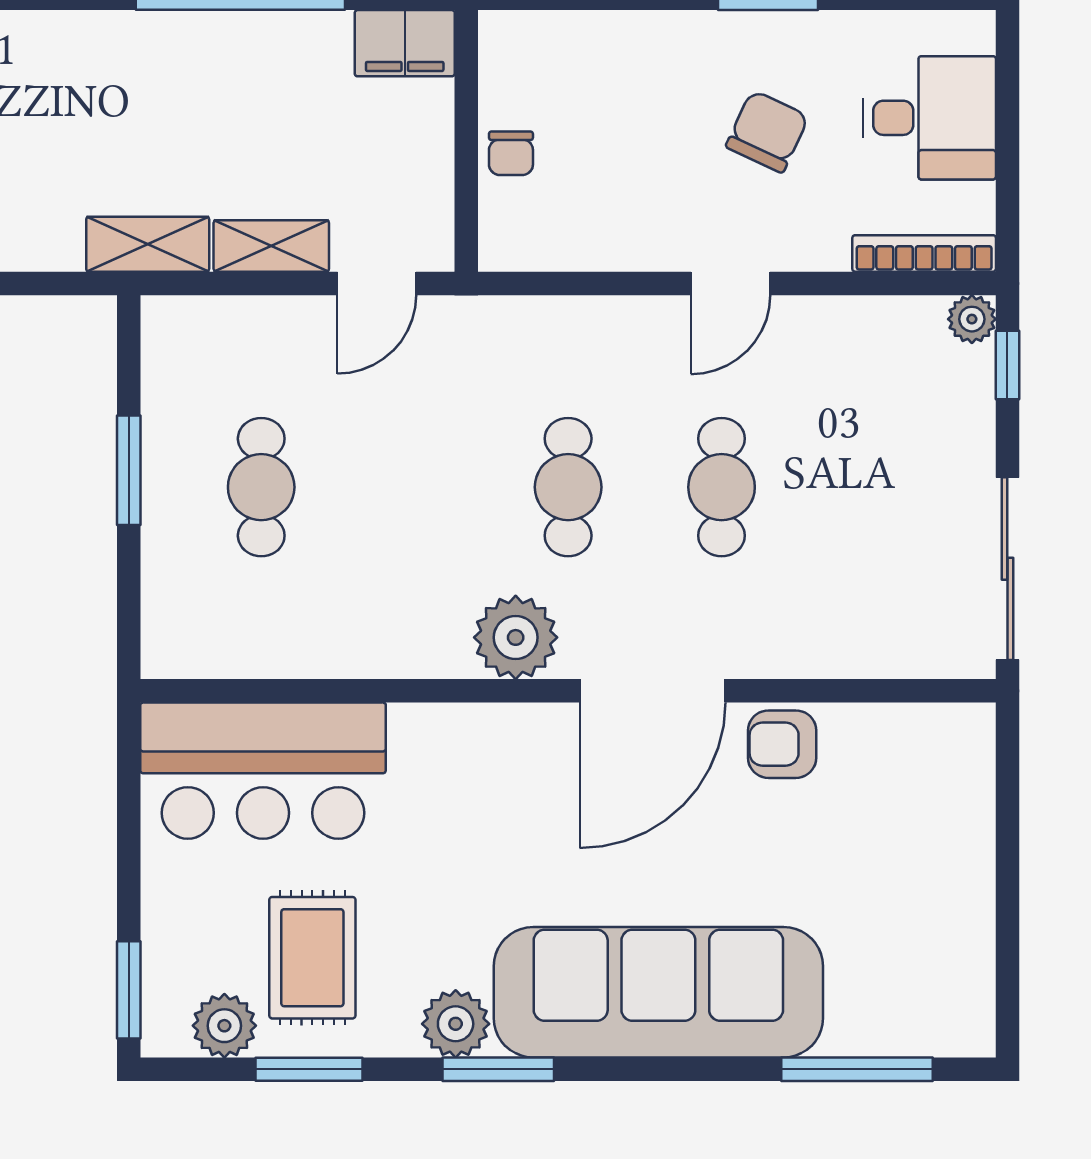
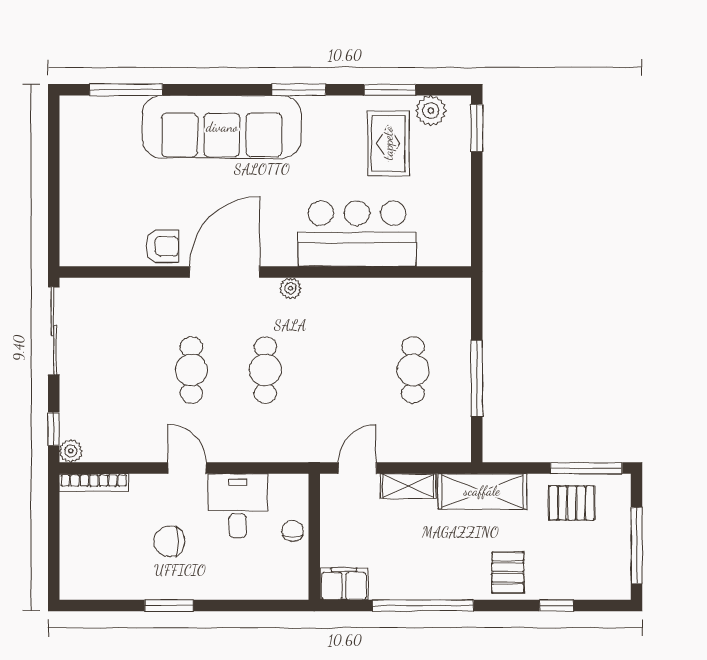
pallet: (64, 67) -> (508, 572), added
desk: (929, 118) -> (238, 506), moved, turned 90
chair: (767, 131) -> (169, 541), turned 65
shelving: (148, 244) -> (482, 491), width x1.50, depth x1.33
door: (730, 283) -> (187, 468), hinge flipped
window: (129, 470) -> (477, 378), width x1.44
plant: (516, 637) -> (290, 288), width x0.53, depth x0.53
bar counter: (263, 771) -> (357, 233), moved
plant: (456, 1024) -> (319, 112), removed

